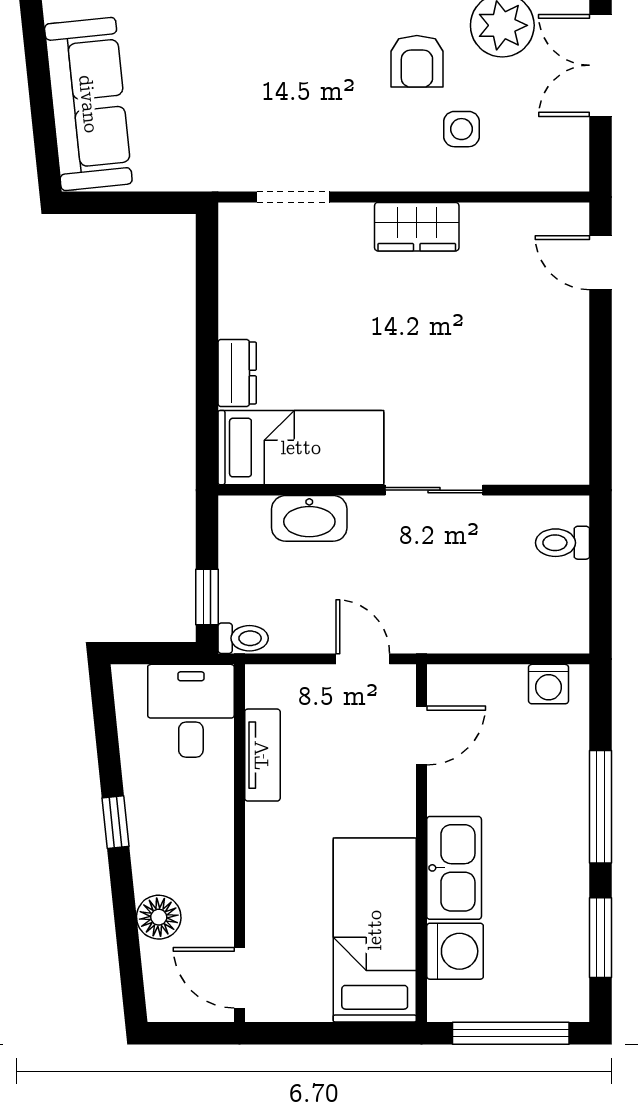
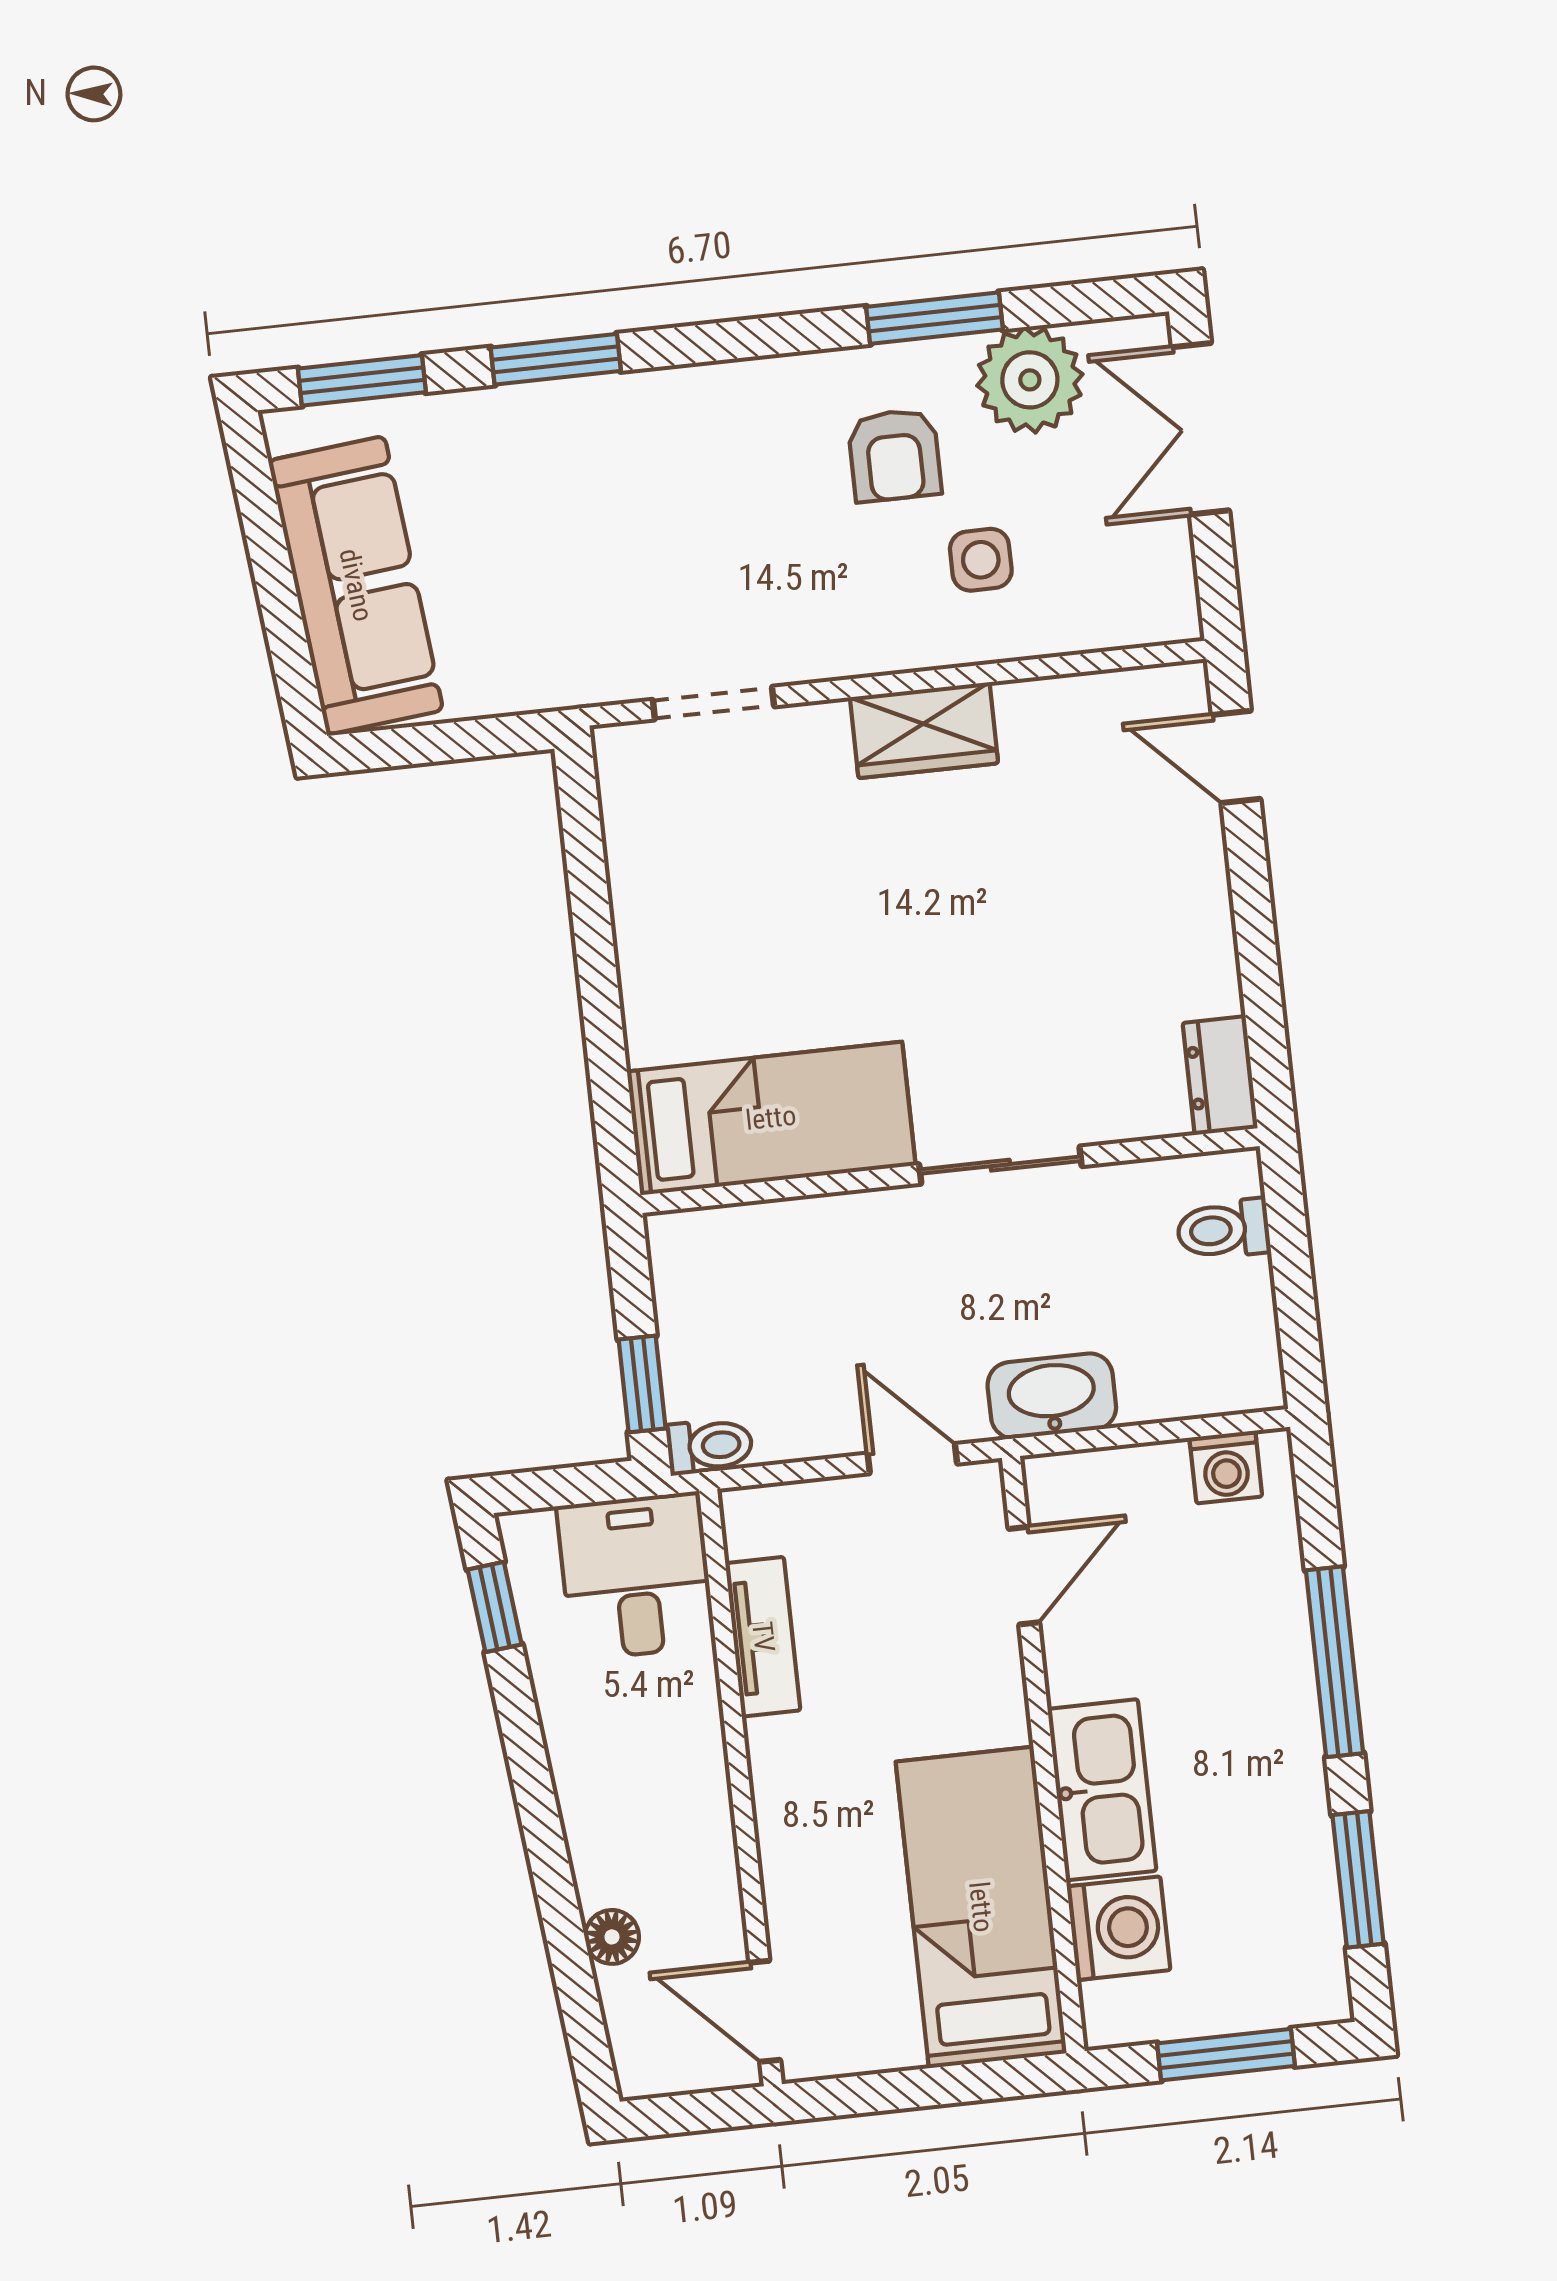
dresser: (237, 373) -> (1220, 1076), moved, turned 180
washbasin: (309, 518) -> (1052, 1396), moved, turned 180
window: (116, 822) -> (495, 1607), moved
floor lamp: (159, 917) -> (612, 1937), width x0.73, depth x0.73
window: (511, 1033) -> (1226, 2055), width x0.69

